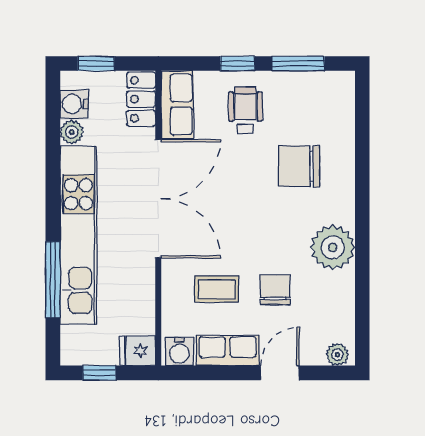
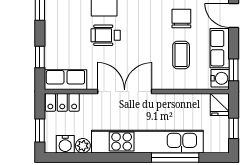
window: (238, 63) -> (40, 57), moved
wheelchair: (245, 110) -> (106, 35), moved
double door: (158, 199) -> (125, 92), width x0.73
chair: (275, 290) -> (181, 19), turned 90
window: (193, 373) -> (234, 70), added

